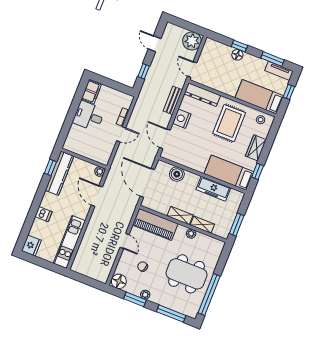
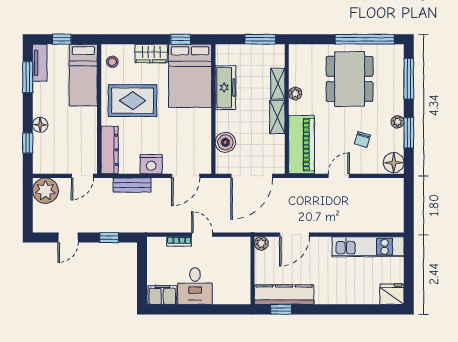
window: (239, 46) -> (28, 143), moved
bed: (229, 173) -> (190, 76), width x1.50
dishwasher: (43, 214) -> (345, 295), removed

